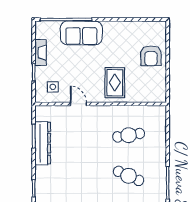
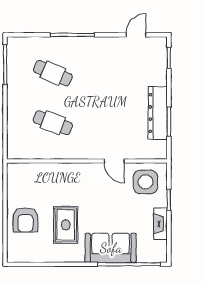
armchair: (151, 56) -> (25, 220), turned 180
rug: (115, 83) -> (66, 225), moved
side table: (53, 87) -> (145, 182), width x1.87, depth x1.87
cafe table: (129, 135) -> (53, 123), turned 30

